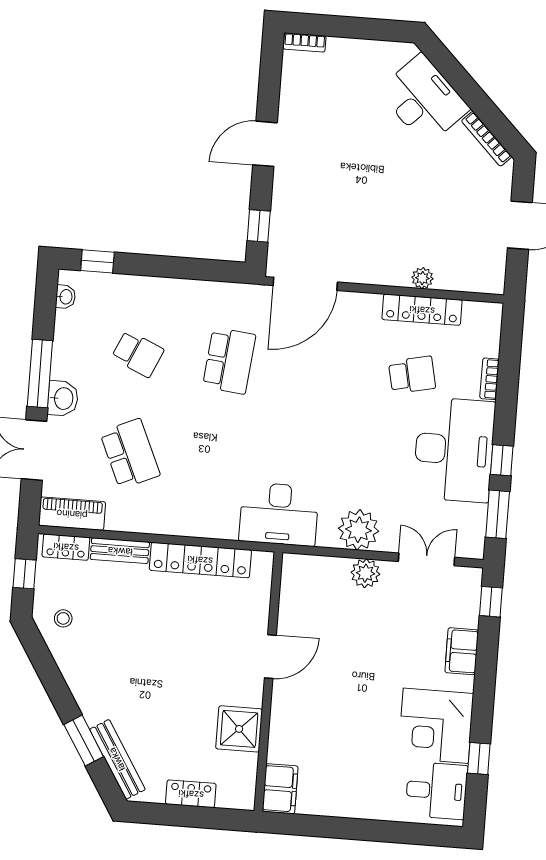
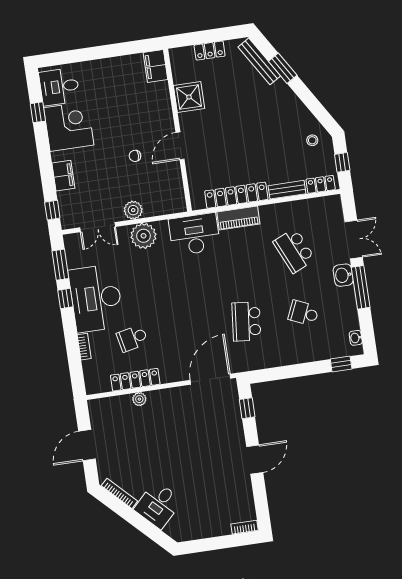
desk: (424, 100) -> (158, 505), width x0.73
piano: (72, 514) -> (238, 218), moved
chair: (344, 657) -> (135, 156), added

